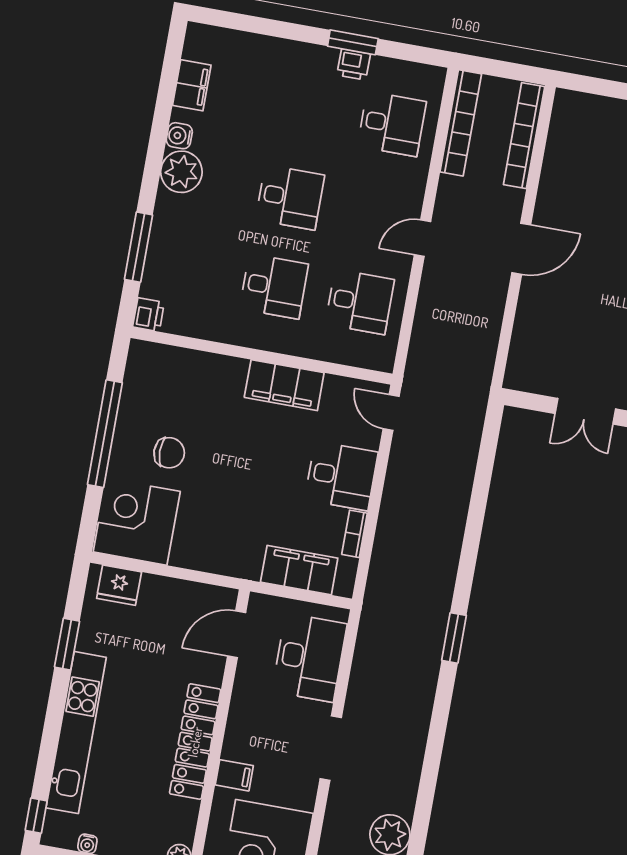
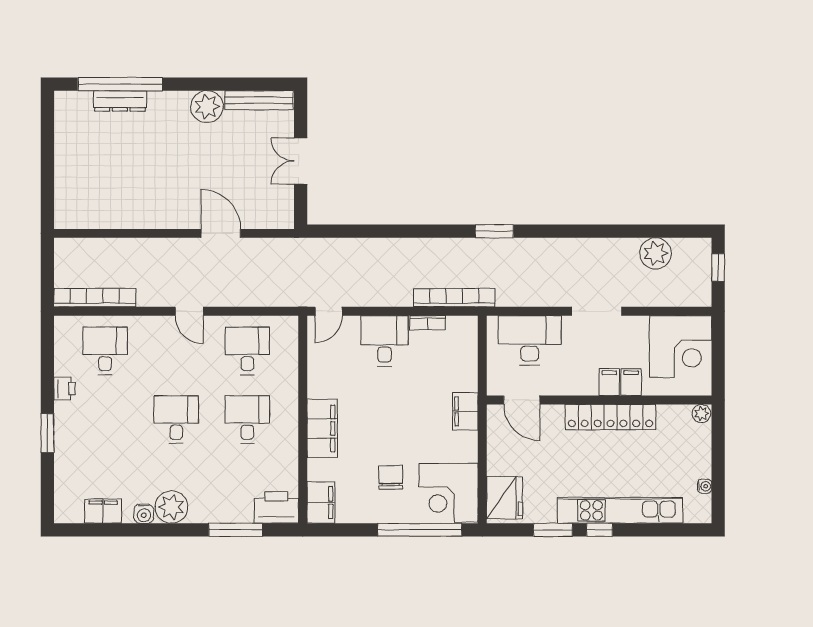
window: (353, 42) -> (47, 433), moved
bookcase: (524, 136) -> (454, 298), moved, turned 180
door: (521, 249) -> (221, 233), moved
printer: (149, 315) -> (276, 507), width x1.87, depth x1.48
filing cabinet: (153, 360) -> (321, 503), added
filing cabinet: (284, 385) -> (322, 428), moved
double door: (585, 411) -> (301, 161), swing flipped
window: (105, 434) -> (420, 530), moved
filing cabinet: (299, 570) -> (465, 411), moved, width x0.67, depth x0.86
fridge: (119, 585) -> (505, 498), width x1.36, depth x1.34
filing cabinet: (239, 748) -> (609, 382), added
window: (36, 816) -> (600, 530), moved

